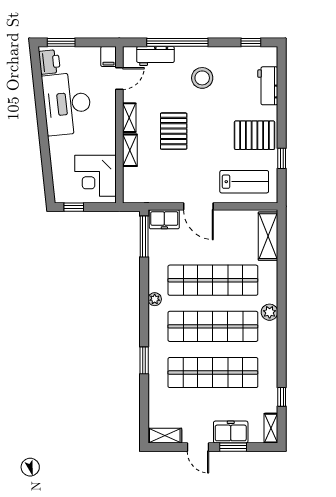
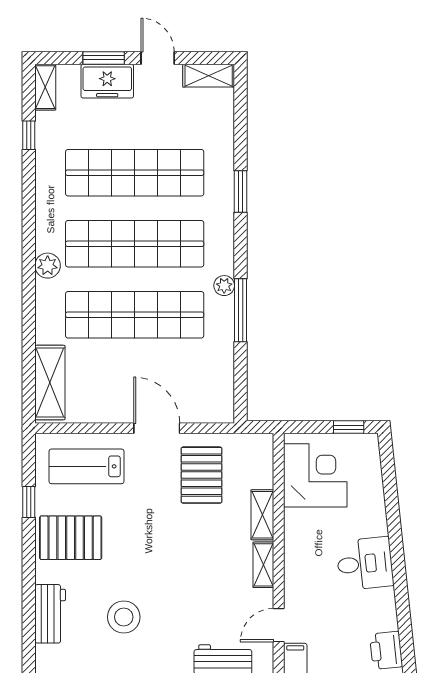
stool: (202, 78) -> (124, 617), moved
desk: (67, 104) -> (365, 564), width x0.53, depth x0.77
pallet: (174, 131) -> (202, 475), moved
freezer: (164, 219) -> (209, 408), removed
window: (144, 236) -> (240, 310), moved

